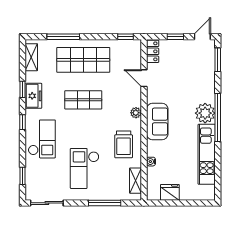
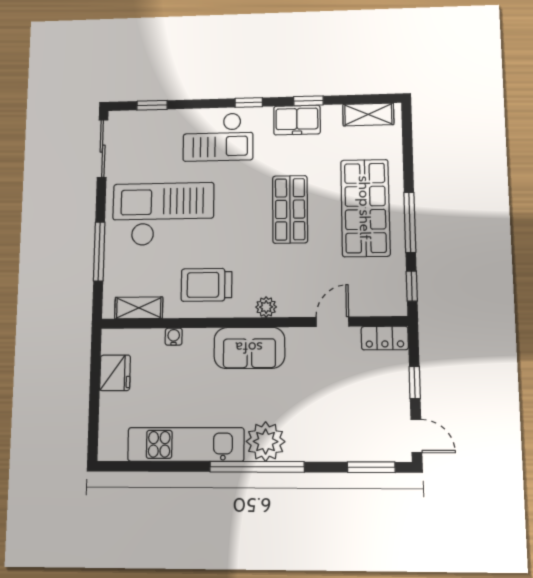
window: (63, 37) -> (410, 222), moved
checkout: (85, 168) -> (163, 214), width x1.36, depth x1.21

